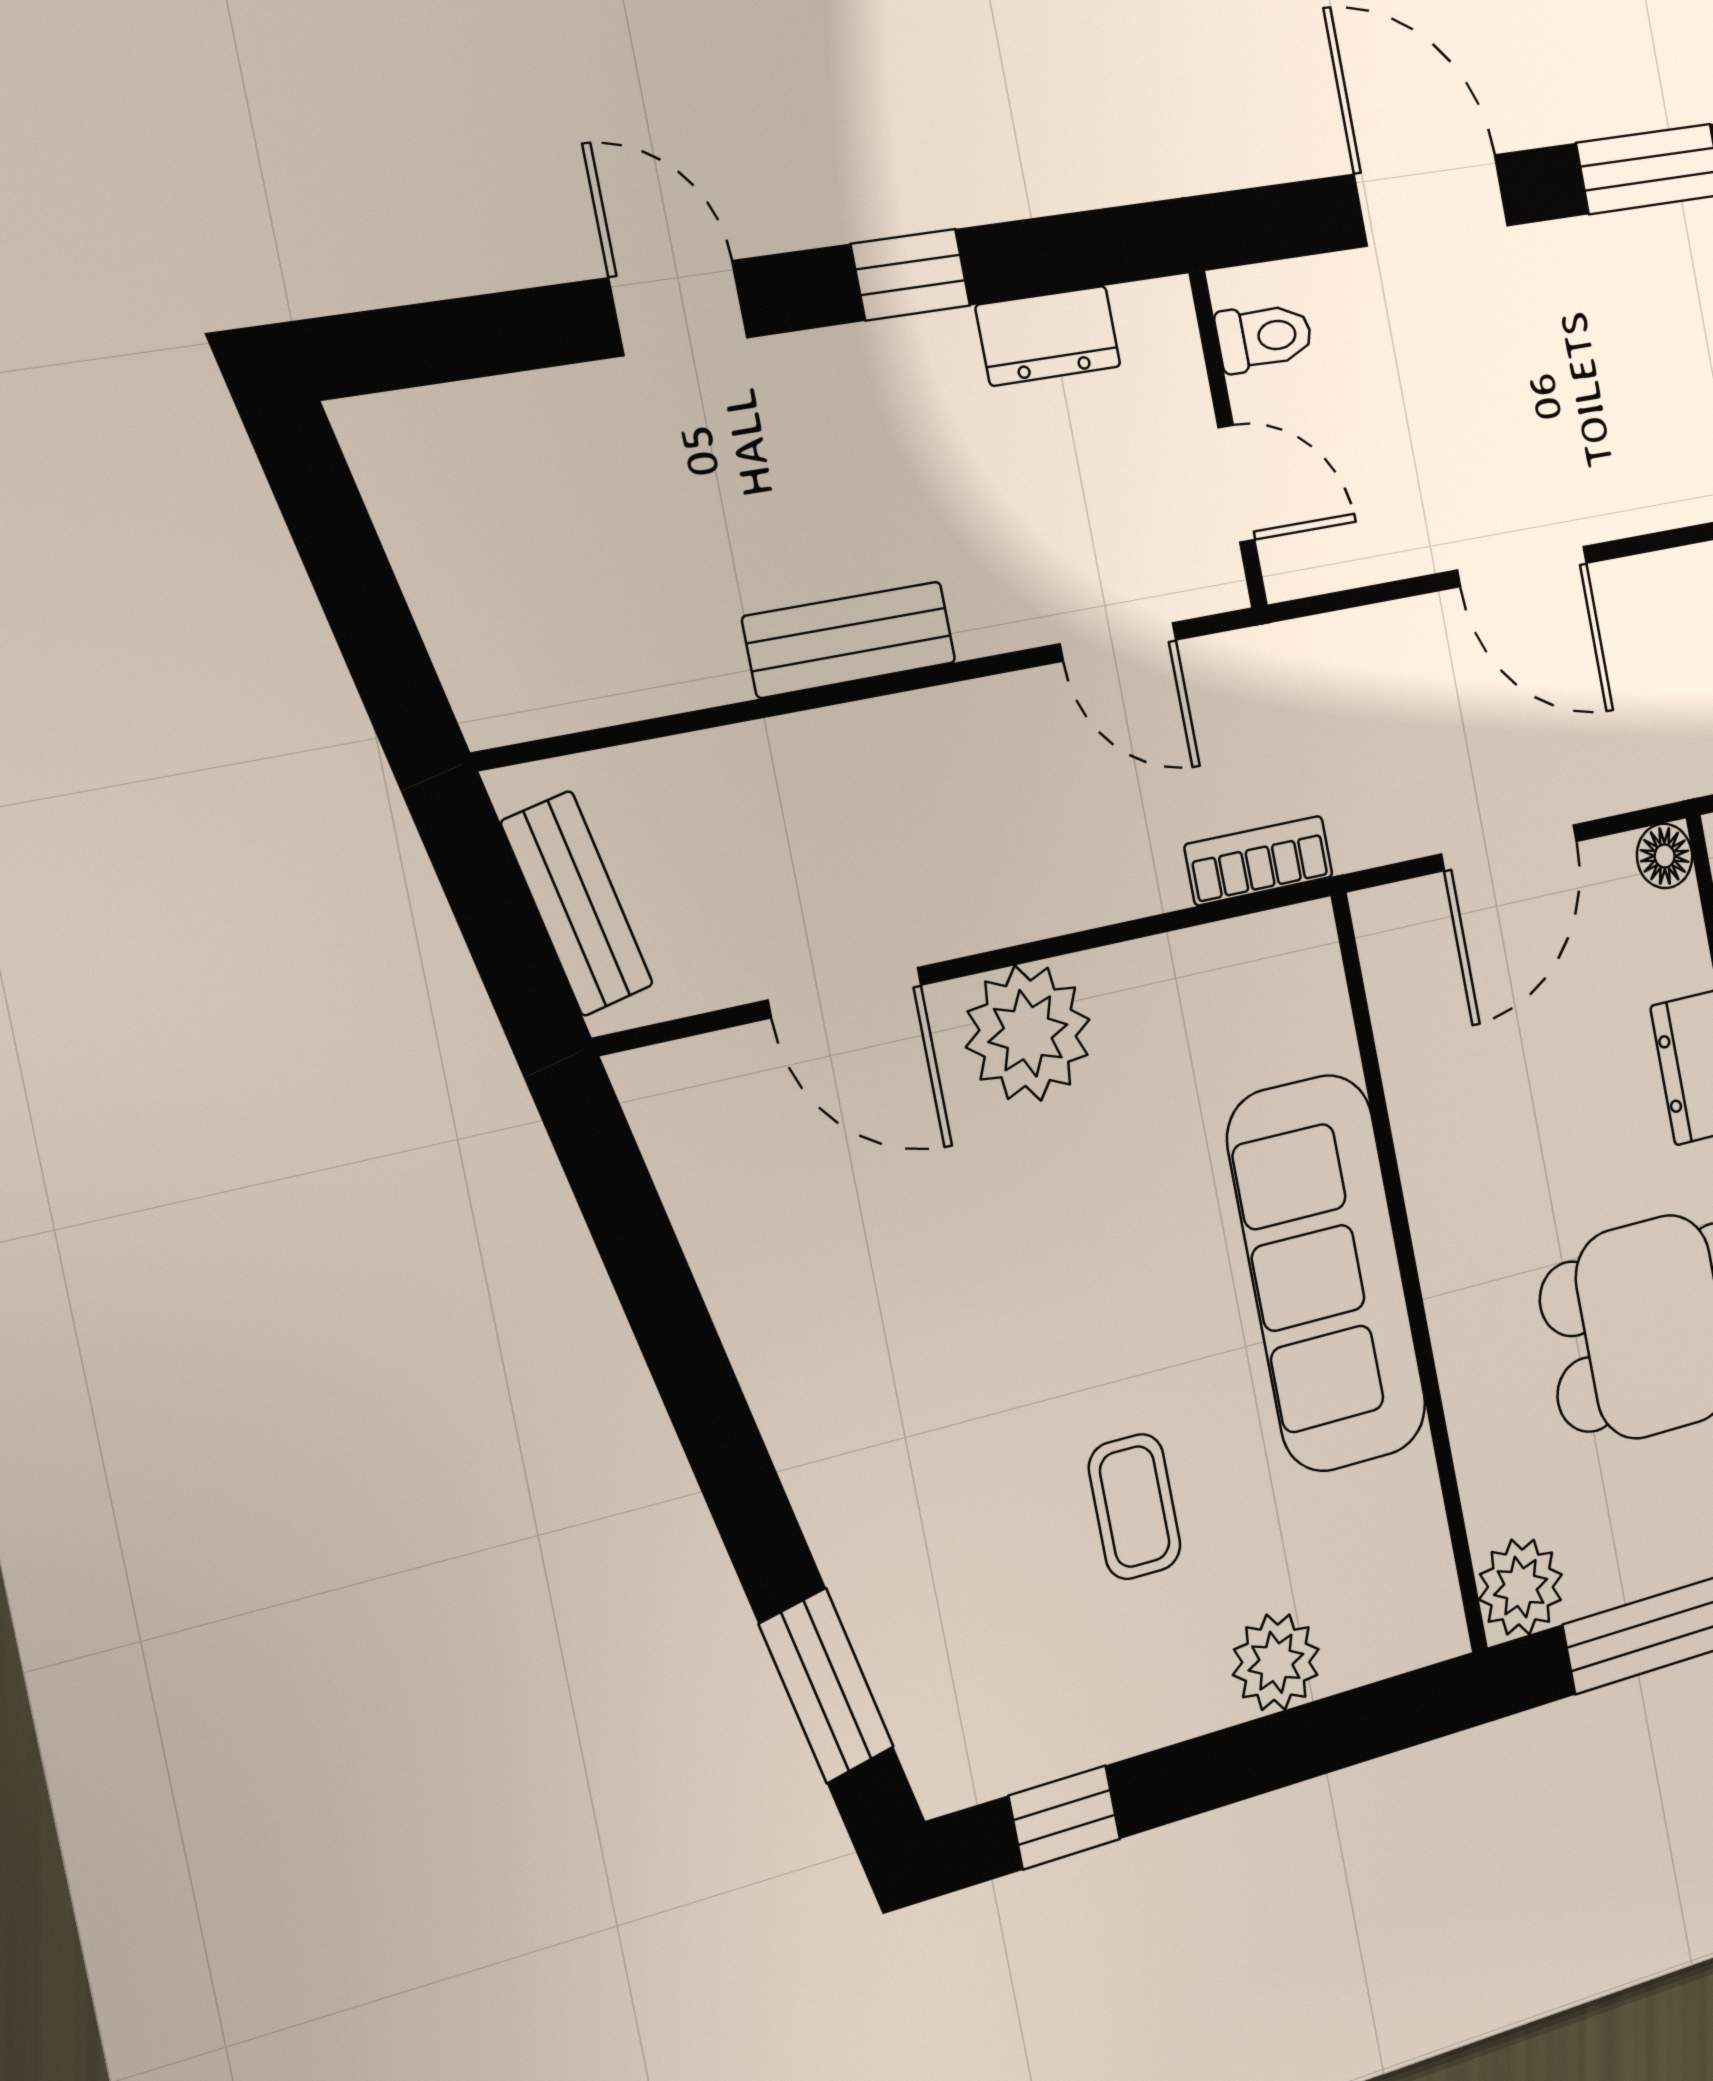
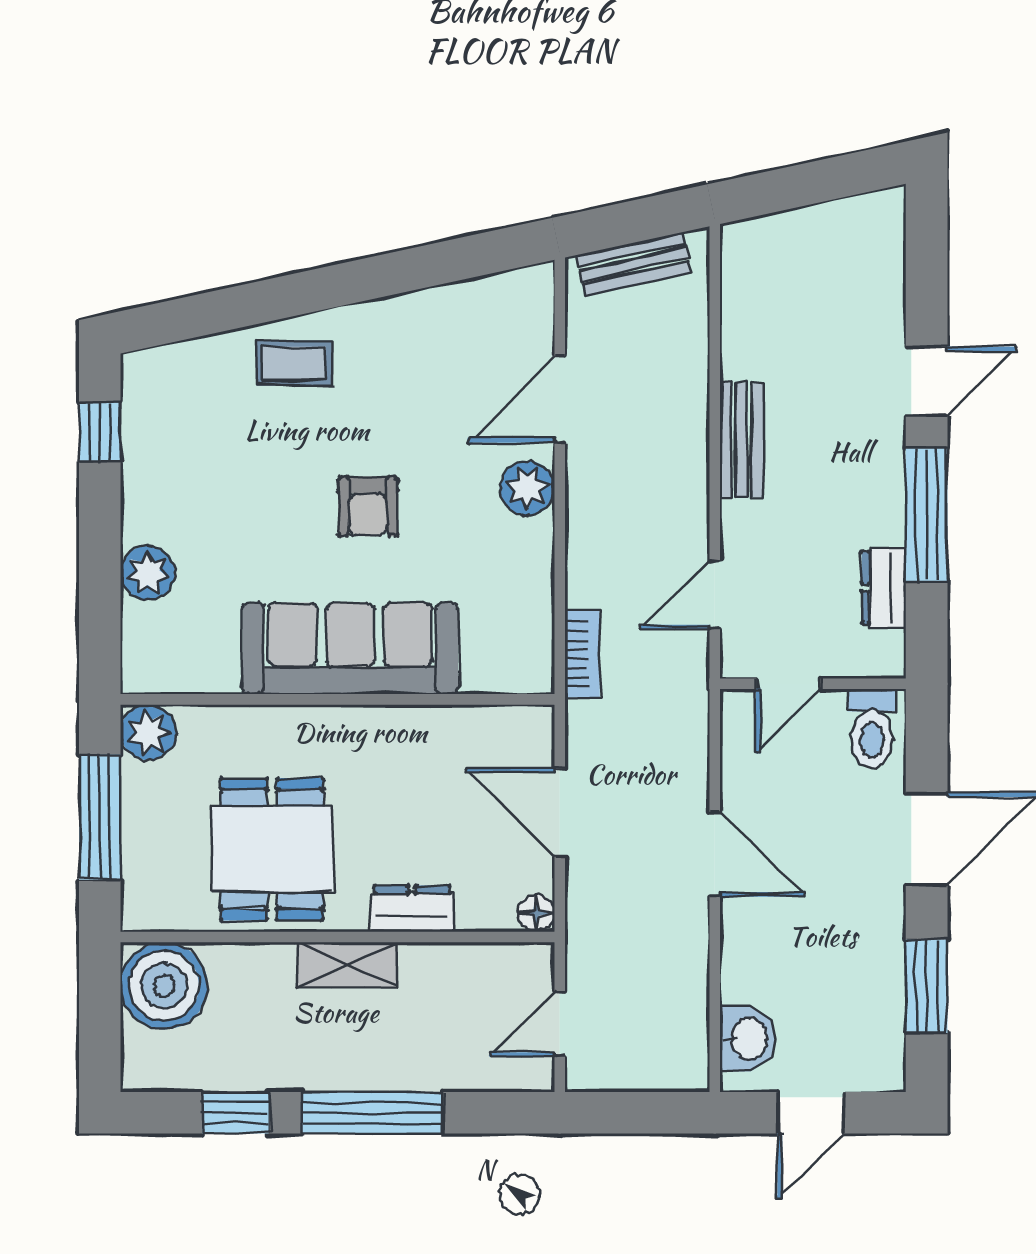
window: (910, 275) -> (927, 515), width x2.17
toilet: (1264, 337) -> (872, 729), width x1.37, depth x1.39
door: (1522, 567) -> (715, 854), swing flipped
plant: (1028, 1033) -> (527, 488), width x0.73, depth x0.73
armchair: (1094, 1300) -> (368, 506), added
coffee table: (1135, 1507) -> (294, 363), moved
window: (826, 1686) -> (205, 314), removed

